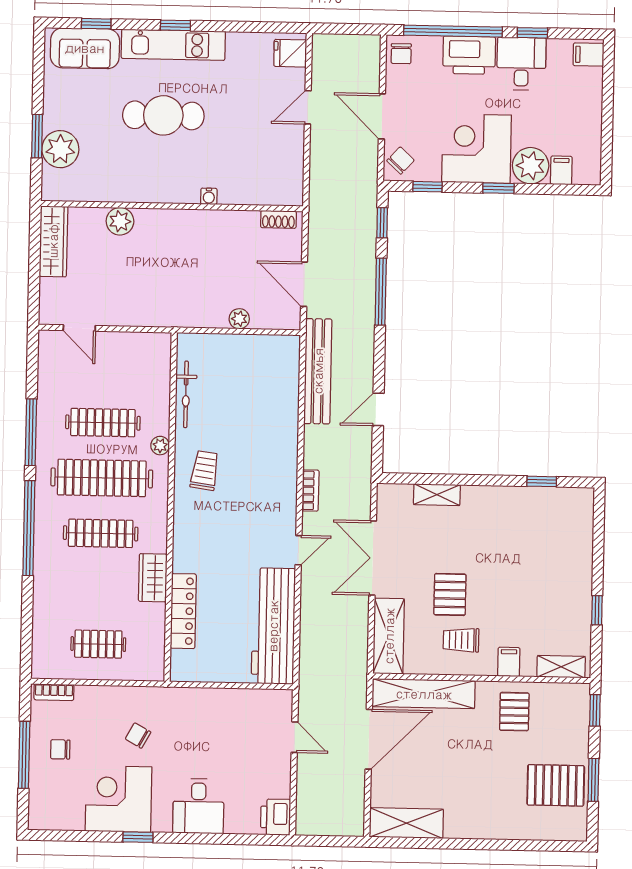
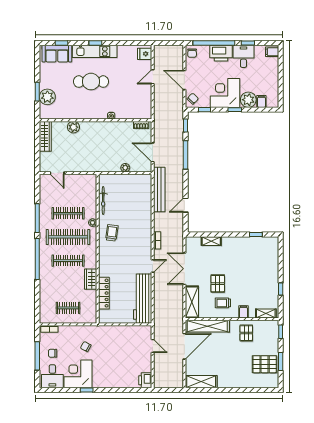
desk: (198, 806) -> (52, 376), moved

